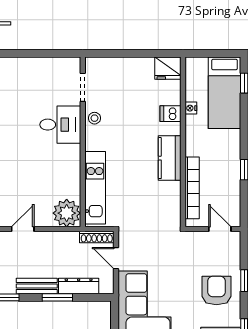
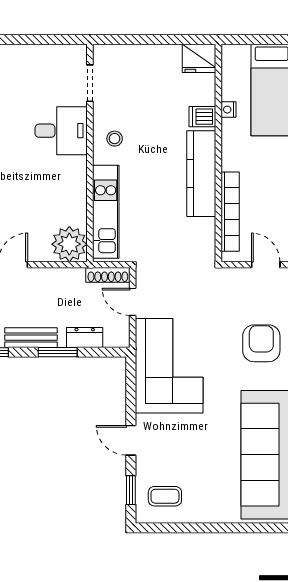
stool: (94, 118) -> (115, 139), moved
kitchen counter: (170, 158) -> (201, 174), width x1.50
dresser: (79, 286) -> (85, 337), width x0.70

